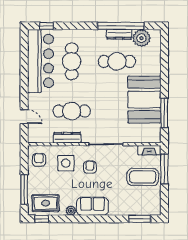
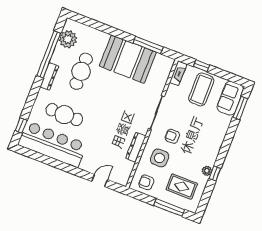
dresser: (119, 34) -> (49, 76), moved
cafe table: (72, 111) -> (112, 133), removed
window: (164, 169) -> (202, 66), width x0.46
rug: (46, 203) -> (182, 187), moved, turned 90
sofa: (92, 206) -> (230, 98), moved
window: (42, 219) -> (215, 173), moved

